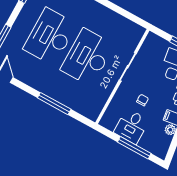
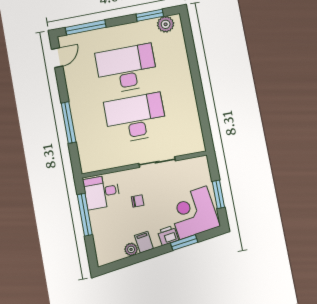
desk: (131, 126) -> (102, 192), moved
window: (134, 148) -> (85, 215), moved

